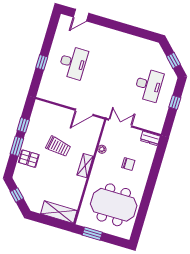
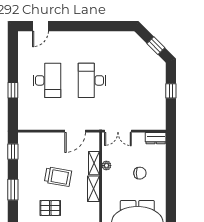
desk: (149, 85) -> (92, 80), moved, turned 180
double door: (120, 123) -> (118, 131), swing flipped
window: (23, 125) -> (13, 152), moved
shelving: (92, 144) -> (94, 163), added
pallet: (29, 159) -> (50, 208), moved

